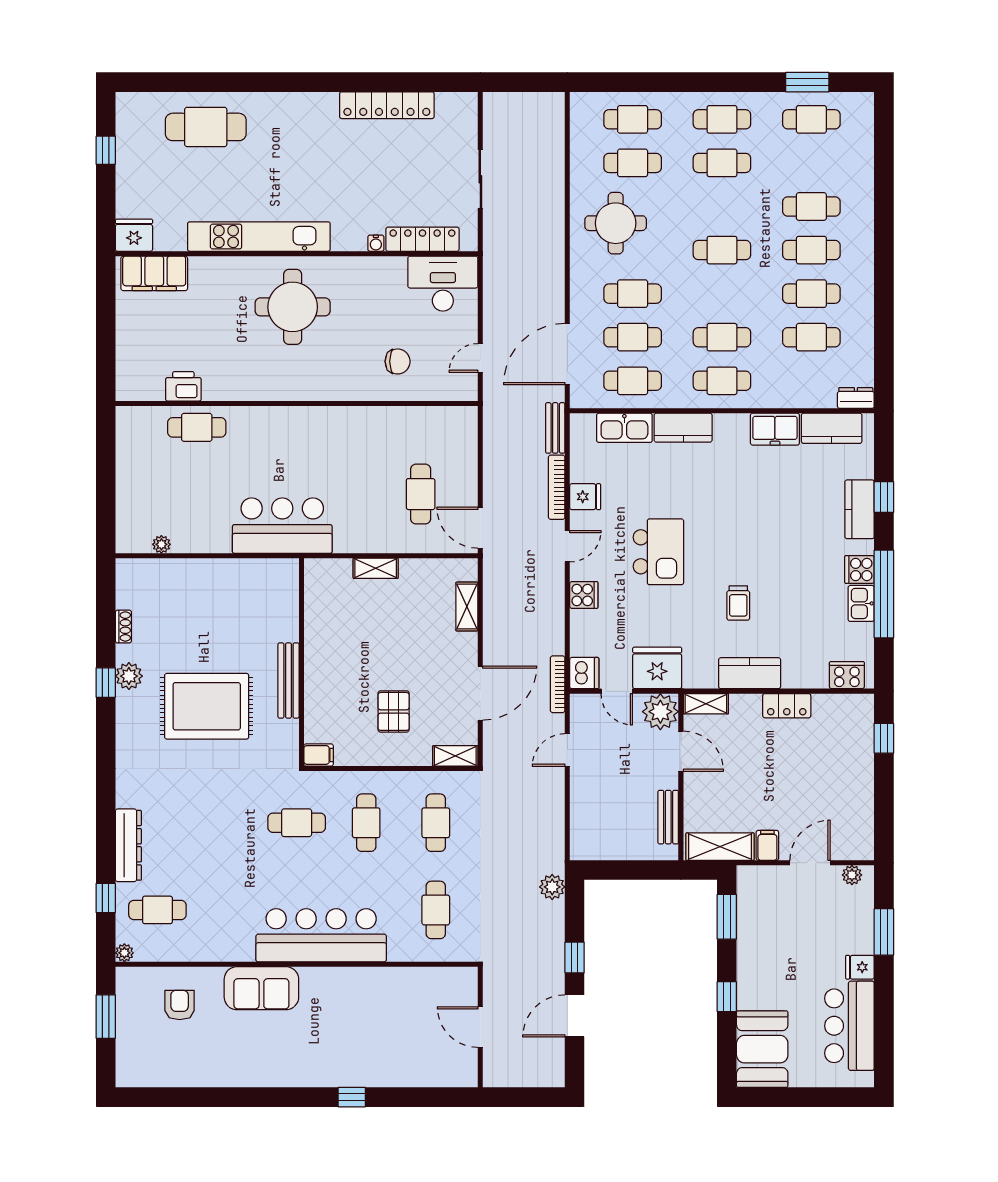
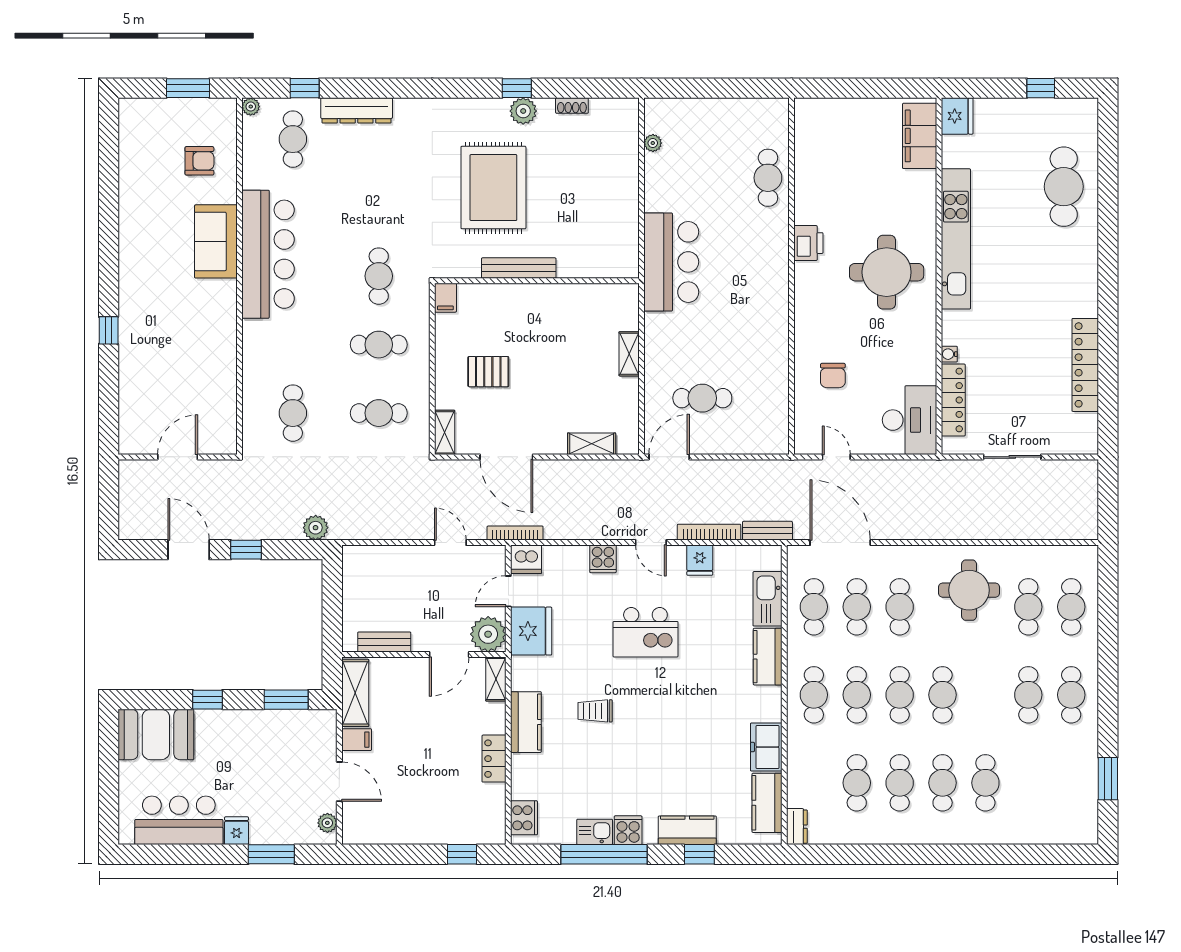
cafe table: (811, 119) -> (900, 695), moved
printer: (183, 386) -> (808, 243), moved
cafe table: (436, 910) -> (293, 413), turned 90
bar counter: (321, 935) -> (268, 254), moved

